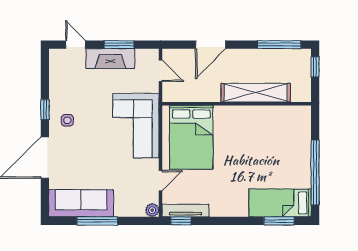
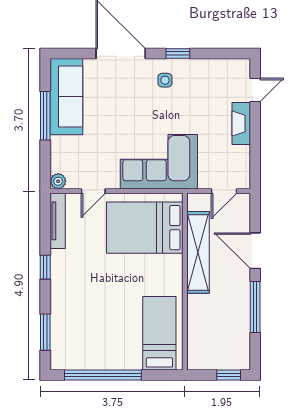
window: (119, 45) -> (255, 142), removed
window: (279, 45) -> (255, 307), moved
fireplace: (110, 59) -> (241, 123), width x0.73, depth x0.76
shelving: (256, 93) -> (198, 252), moved
door: (161, 181) -> (93, 191), hinge flipped
bed: (280, 203) -> (159, 333), moved
window: (181, 221) -> (45, 267), moved

